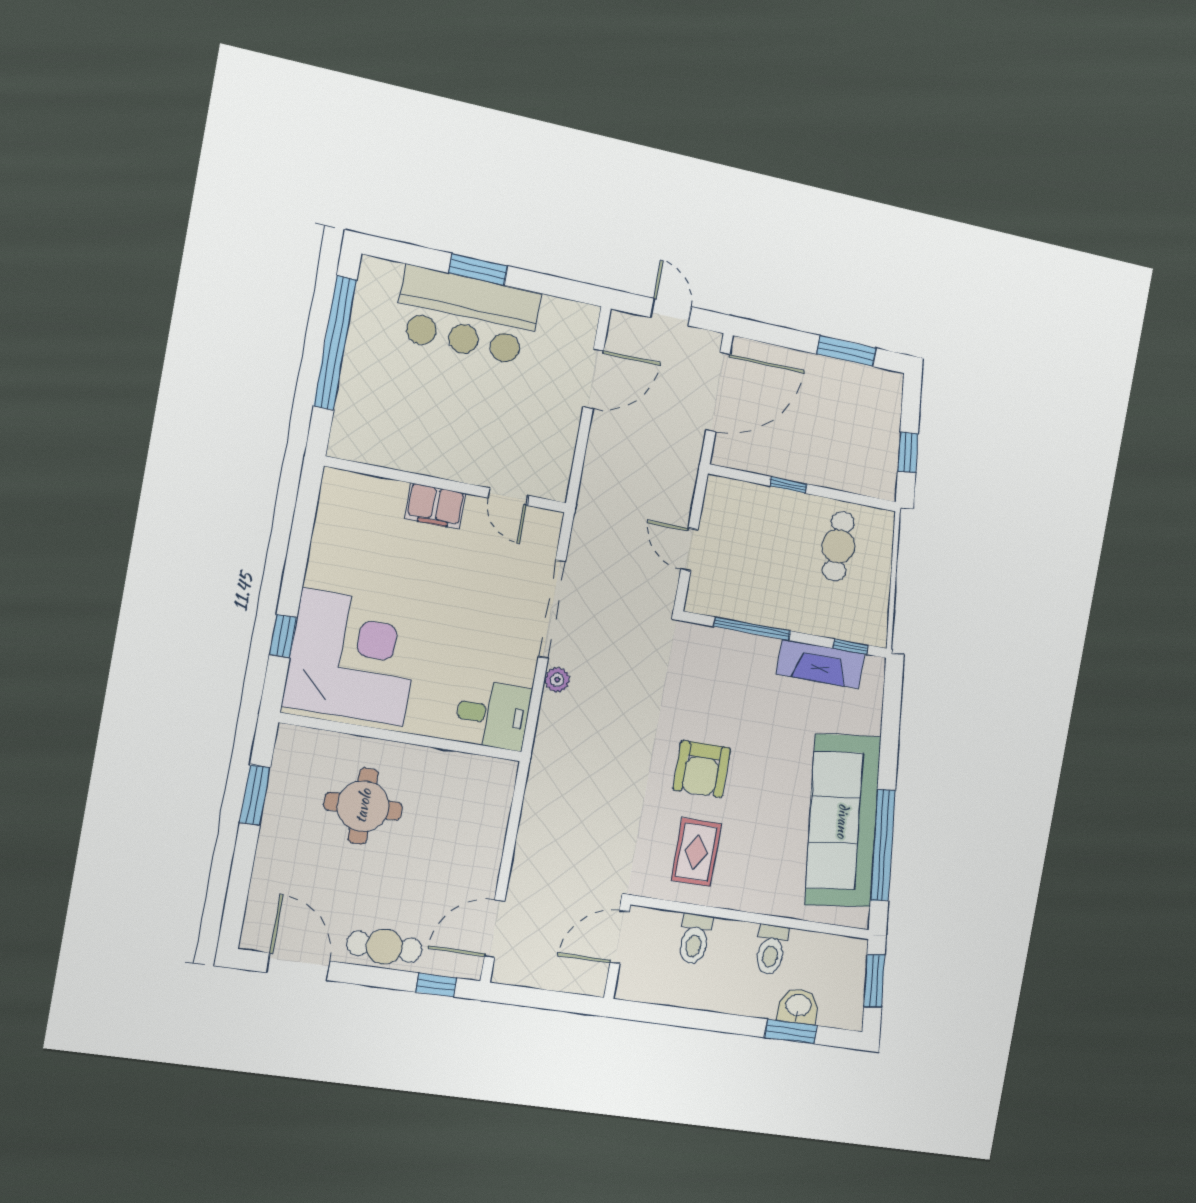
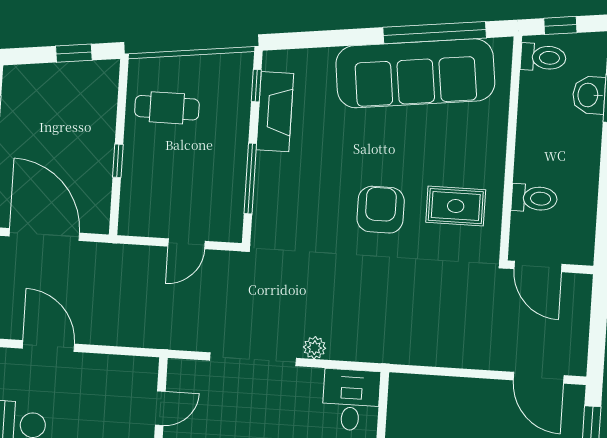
armchair: (702, 769) -> (381, 210), turned -90
toilet: (771, 950) -> (543, 57), moved
window: (874, 981) -> (560, 25), width x0.67

